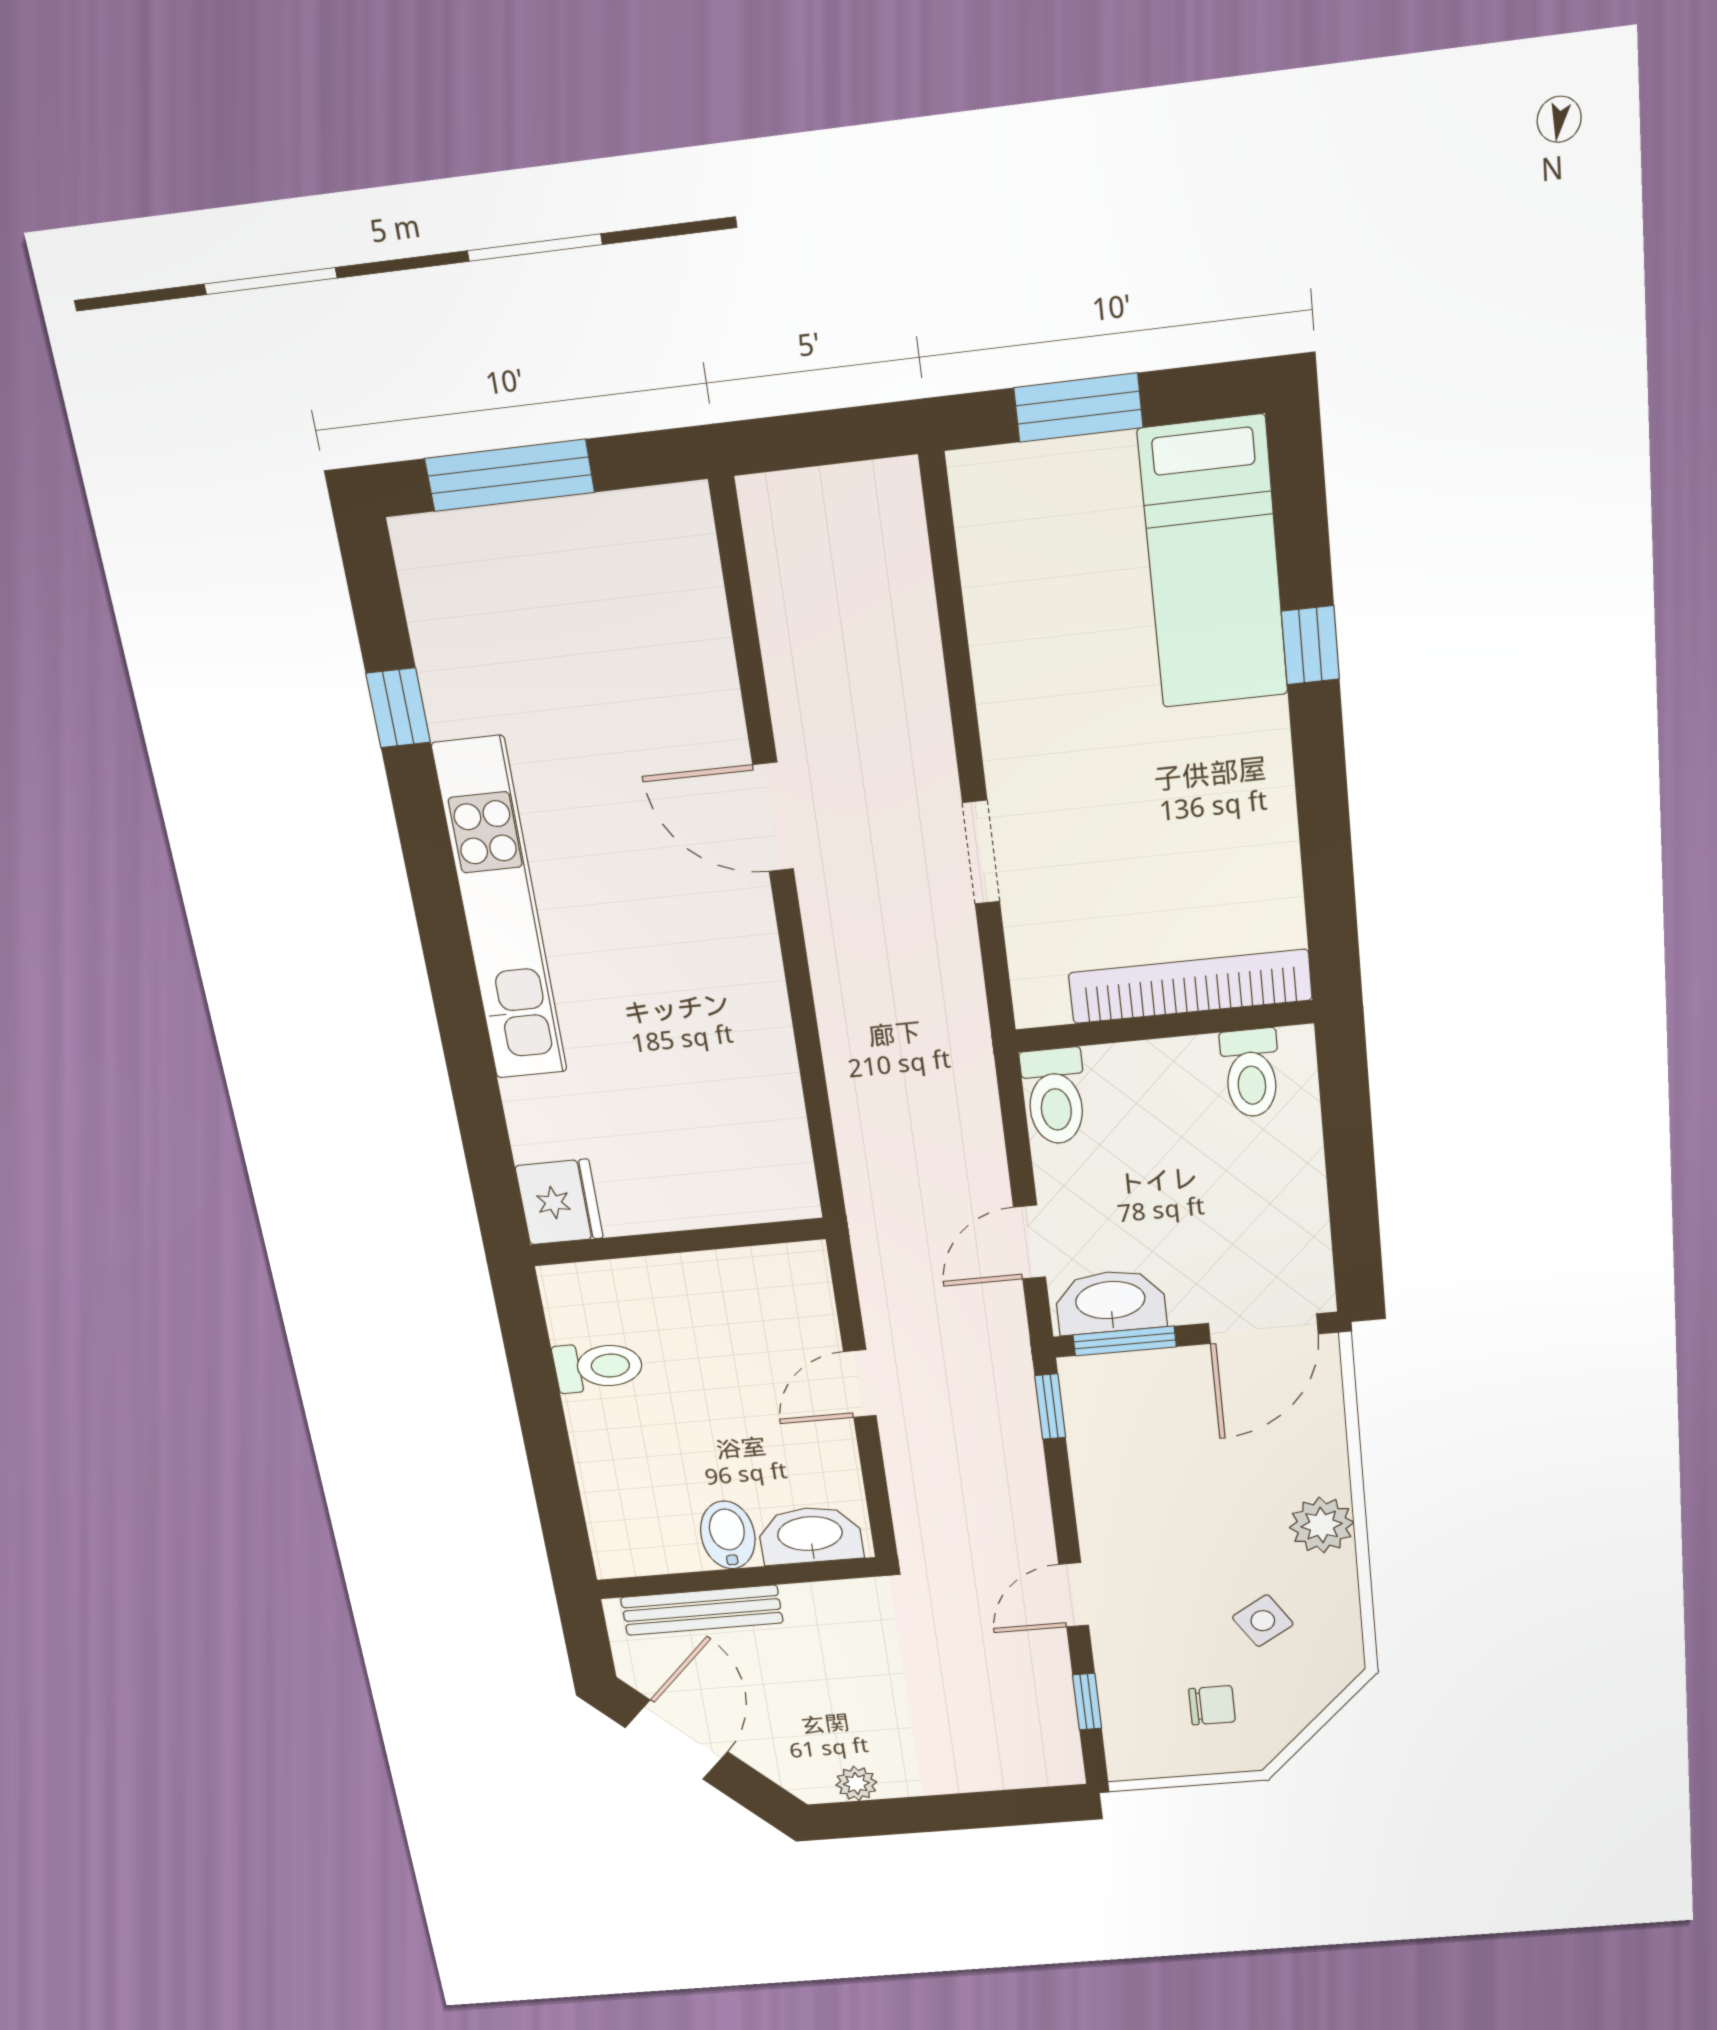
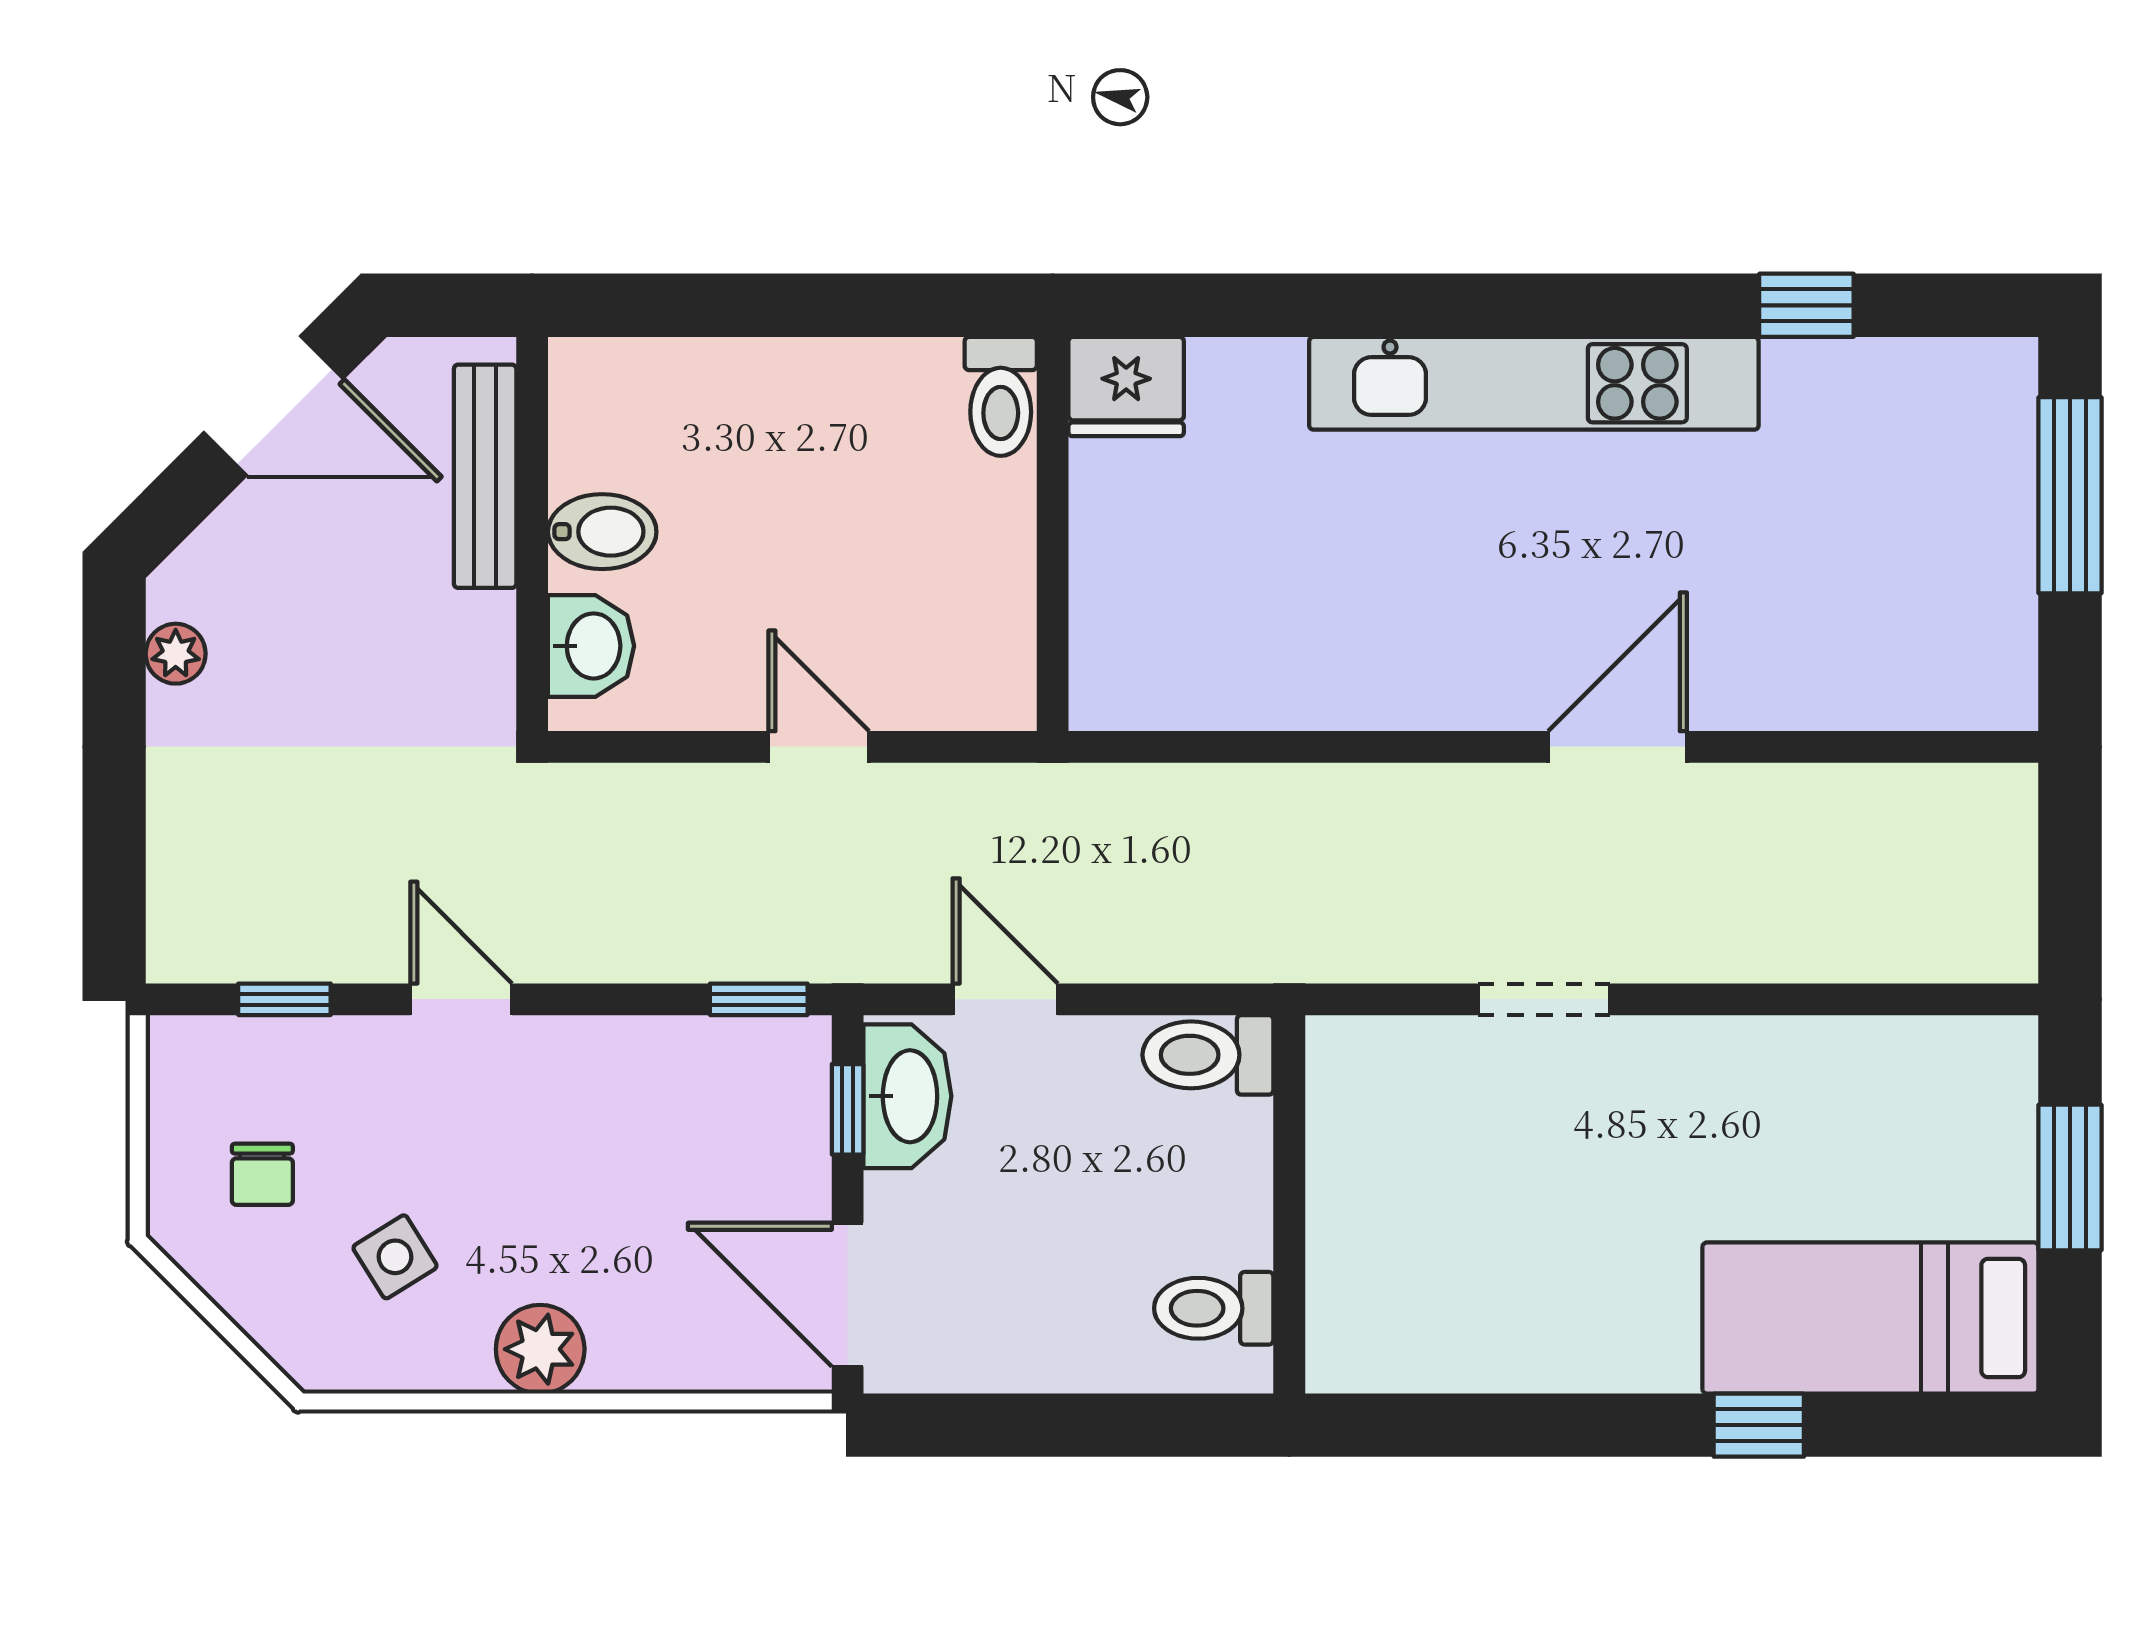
bookcase: (1190, 986) -> (1339, 1242), removed
window: (1125, 1341) -> (848, 1109), width x0.67
toilet: (598, 1367) -> (1001, 396), moved
washbasin: (810, 1535) -> (591, 646), width x0.72

